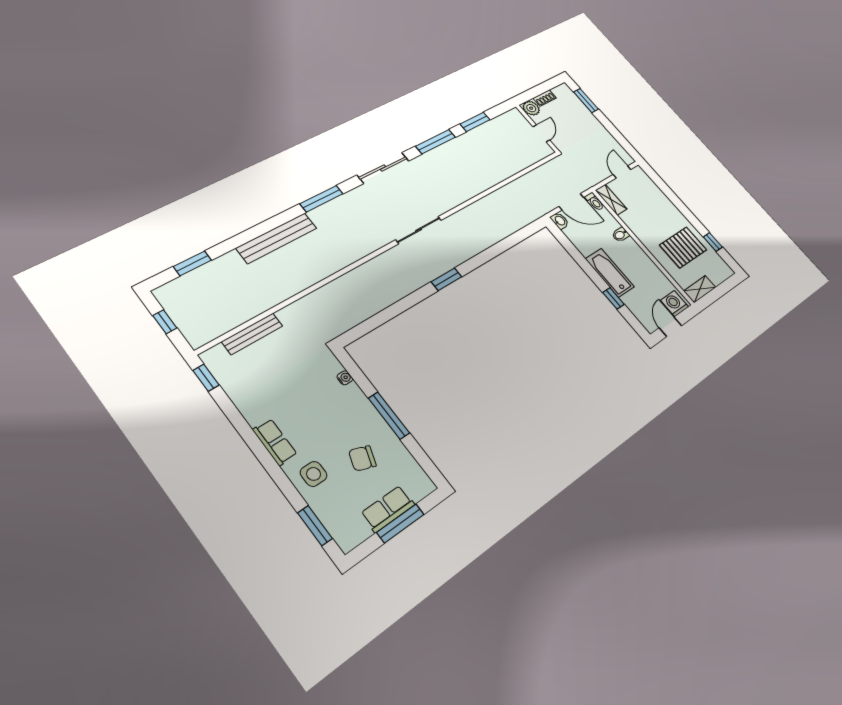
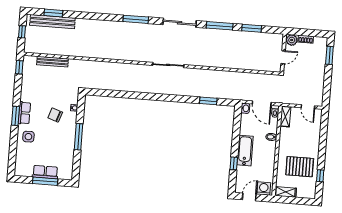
door: (622, 172) -> (308, 107), swing flipped
bench: (277, 238) -> (52, 22), moved
window: (446, 279) -> (208, 101), moved
chair: (362, 458) -> (55, 115), moved
window: (315, 526) -> (16, 116), moved

